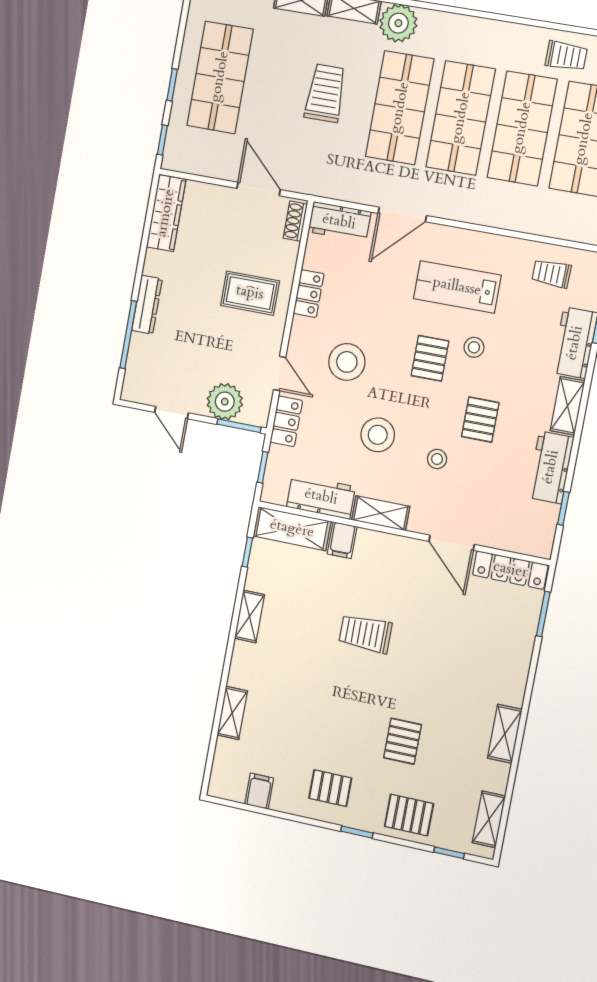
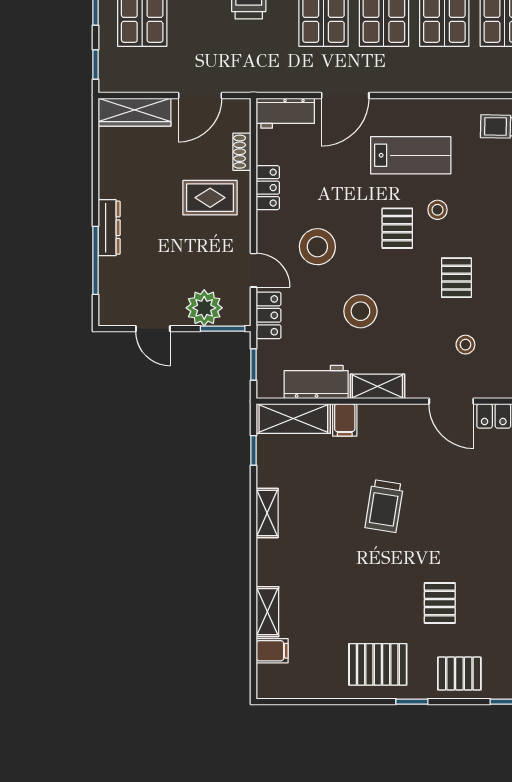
door: (259, 189) -> (200, 96), swing flipped
wardrobe: (166, 213) -> (134, 112), moved, turned 90
shoe rack: (295, 221) -> (242, 152), moved
lab bench: (457, 287) -> (411, 155), turned 180
stool: (437, 459) -> (465, 345), moved
trolley: (365, 634) -> (384, 506), turned -81
pallet: (330, 788) -> (378, 664), width x1.50, depth x1.42
filing cabinet: (259, 791) -> (272, 651), moved, turned 90

